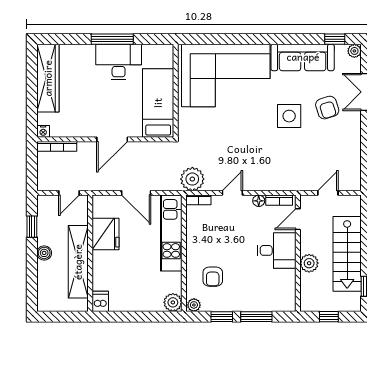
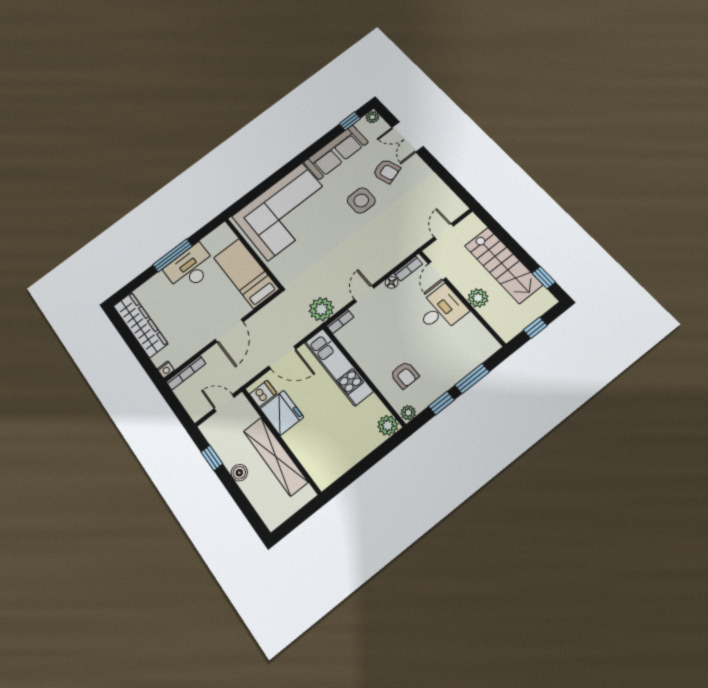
door: (69, 193) -> (224, 403), swing flipped
dishwasher: (100, 301) -> (263, 394), moved, turned 90

